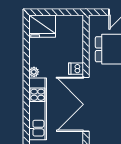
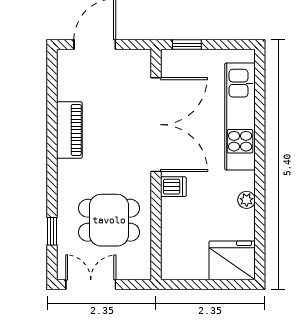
plant: (34, 72) -> (247, 200), moved

